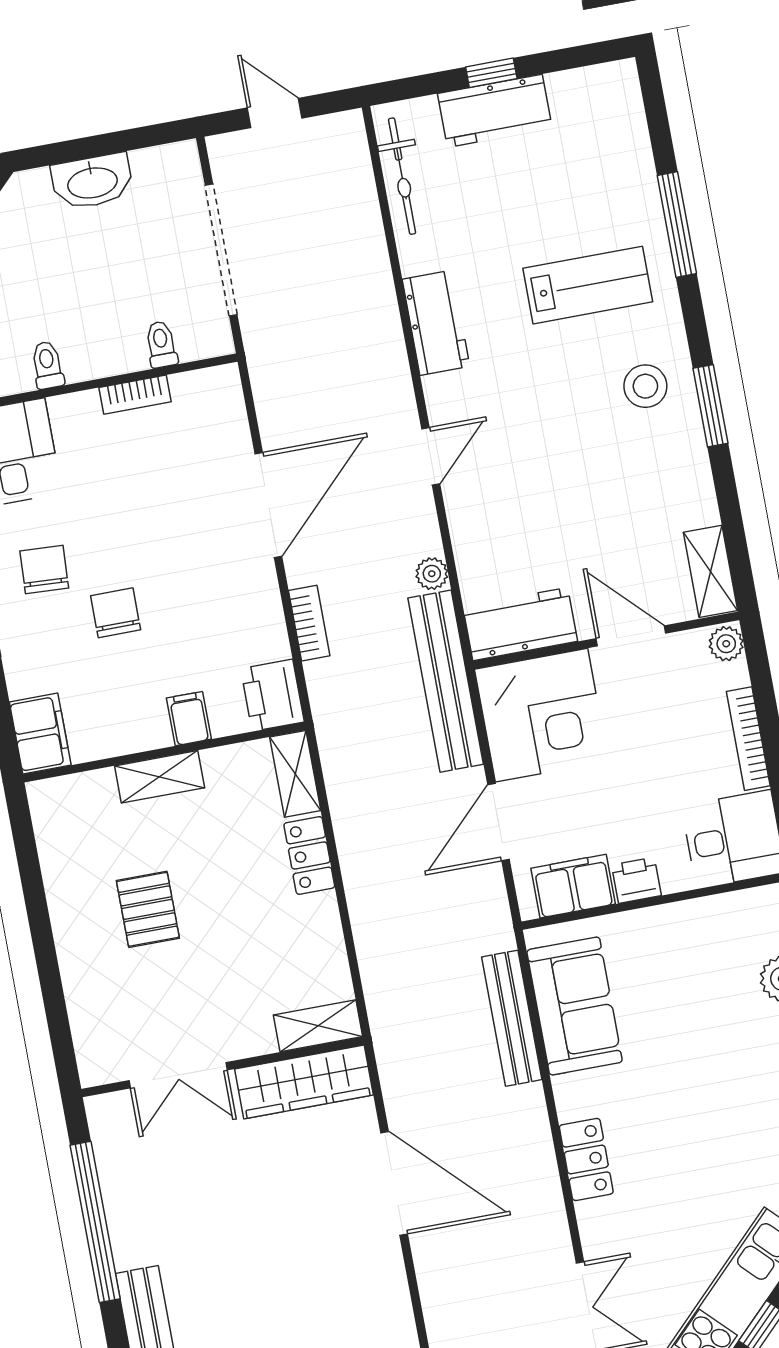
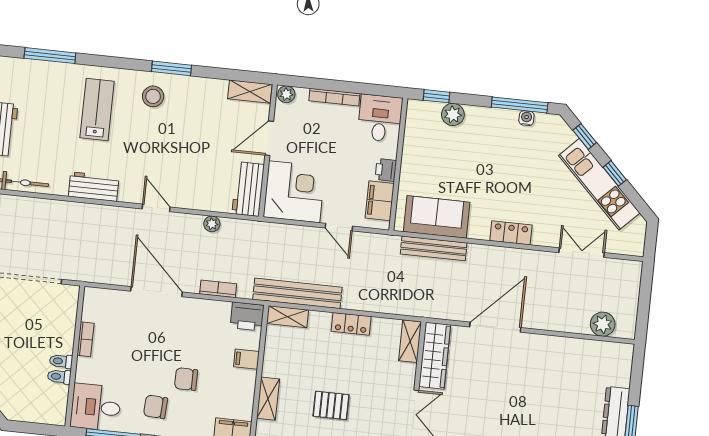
window: (677, 224) -> (50, 56), moved
toilet: (161, 344) -> (61, 361), moved
bench: (446, 681) -> (297, 293), moved
shelving: (160, 777) -> (268, 399), moved
door: (498, 822) -> (339, 227), width x0.73
locker: (309, 855) -> (351, 324), moved

